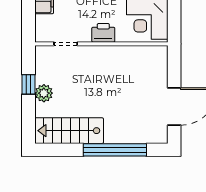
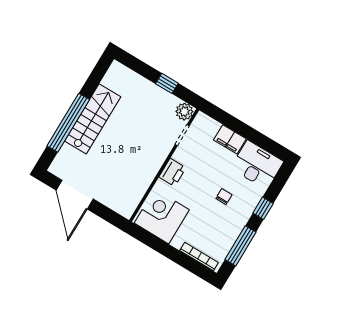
plant: (44, 93) -> (184, 112), moved
stairs: (69, 131) -> (93, 119), moved

